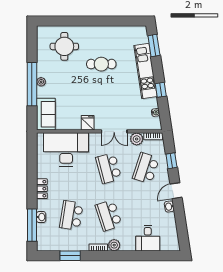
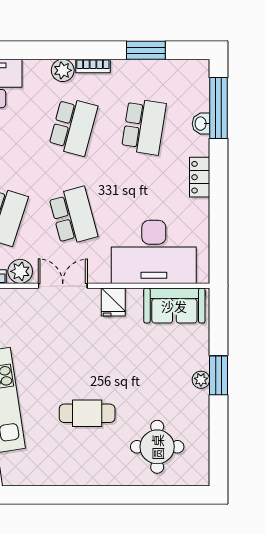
window: (32, 84) -> (218, 375), width x0.47
sofa: (46, 114) -> (174, 306), moved, turned -90
school desk: (109, 215) -> (73, 127), turned 33

